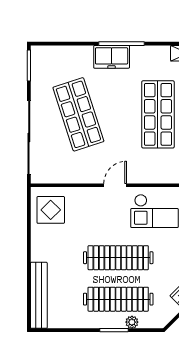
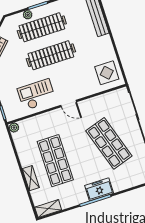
door: (115, 185) -> (69, 104), hinge flipped

